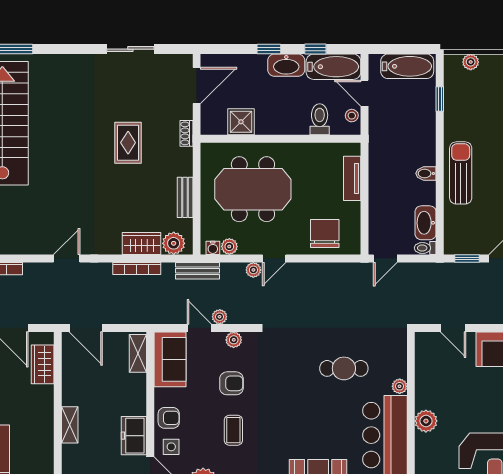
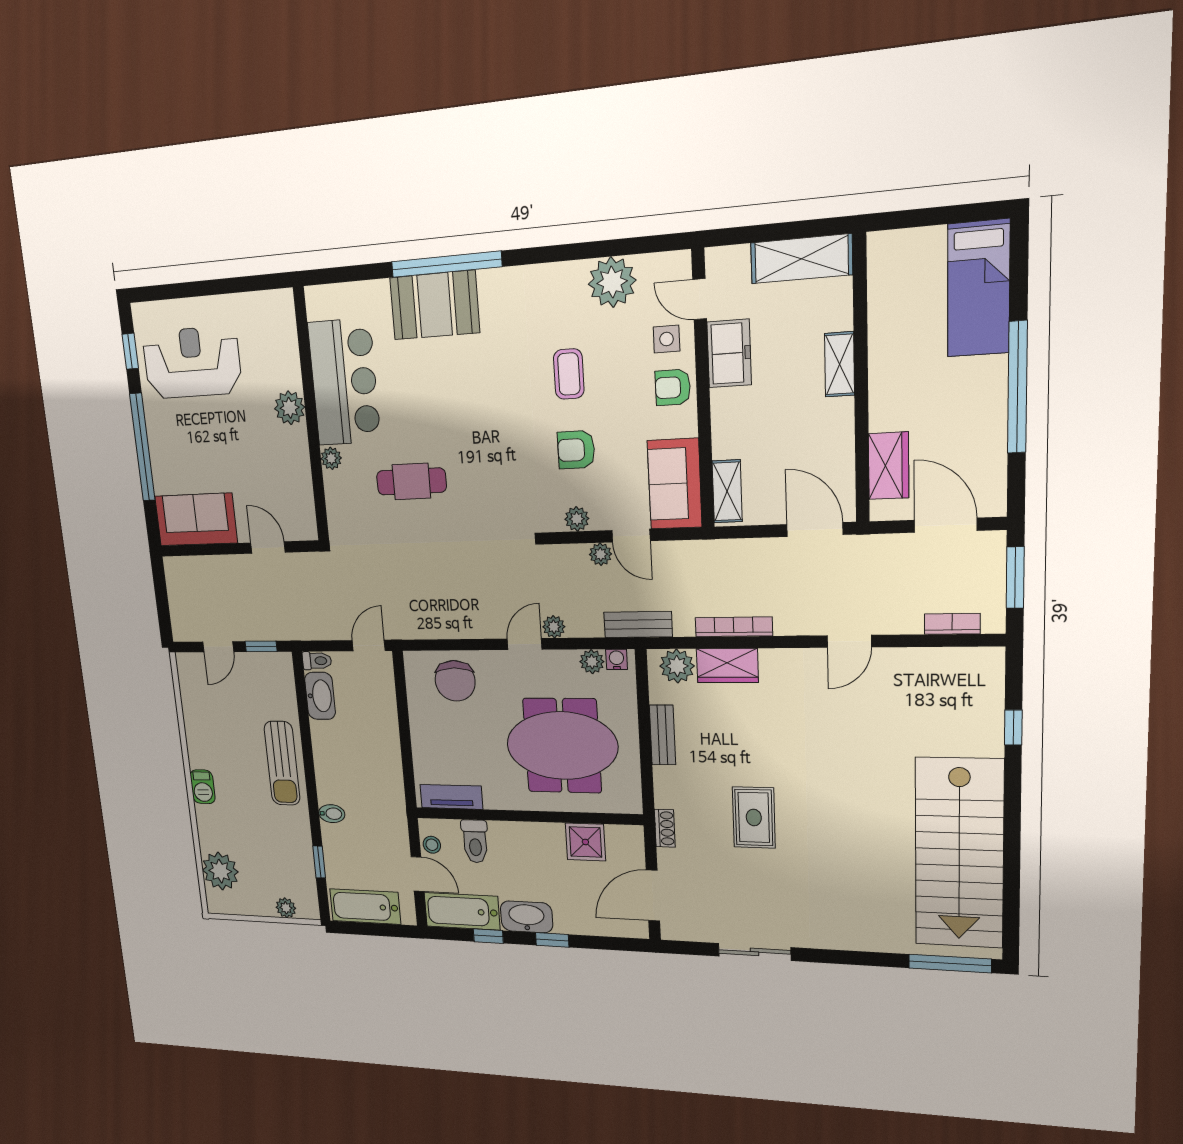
bidet: (426, 173) -> (332, 814), moved
tv unit: (352, 178) -> (451, 797), moved, turned -90

